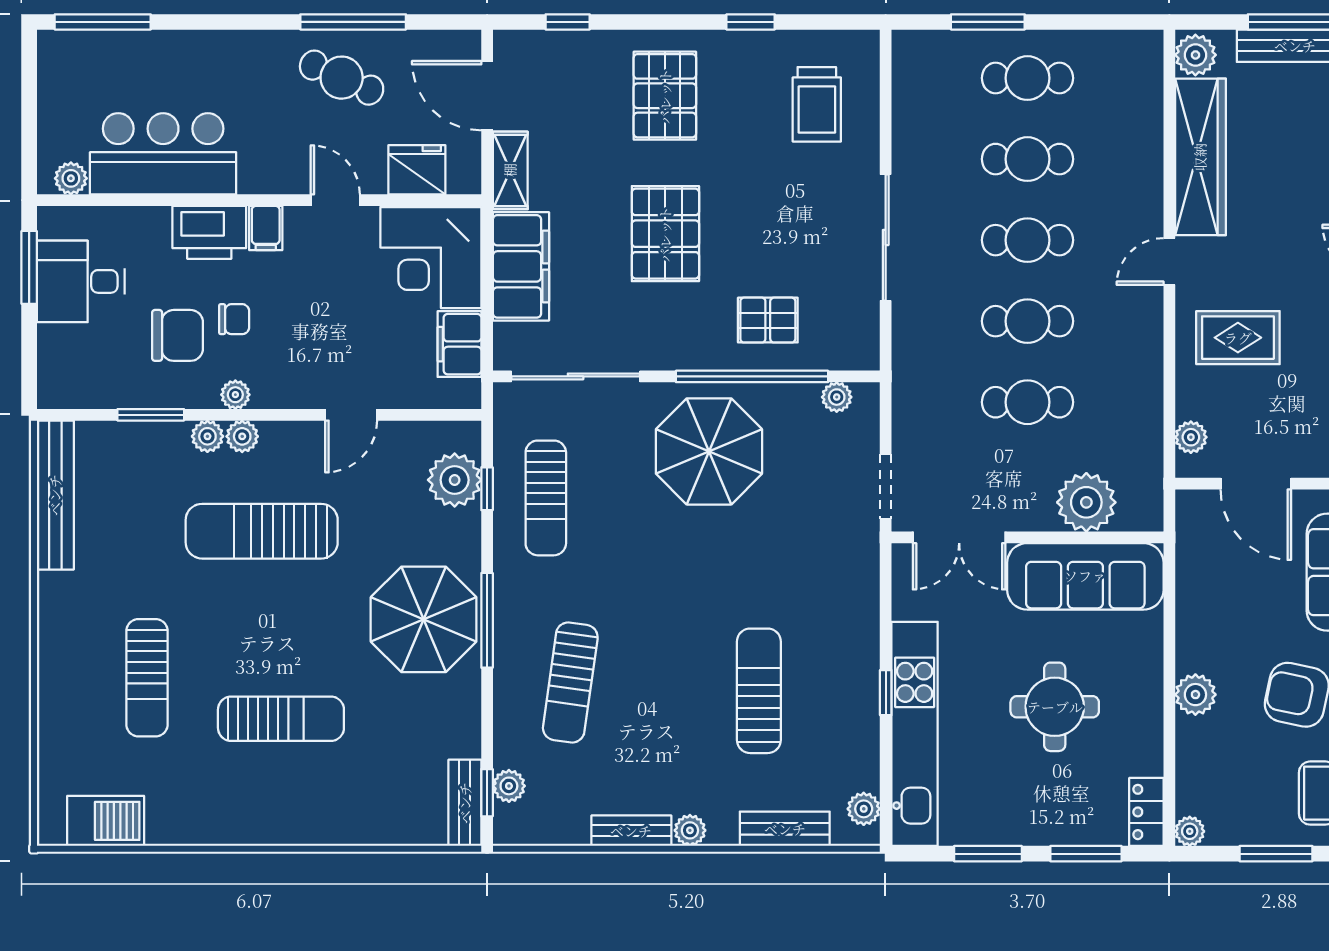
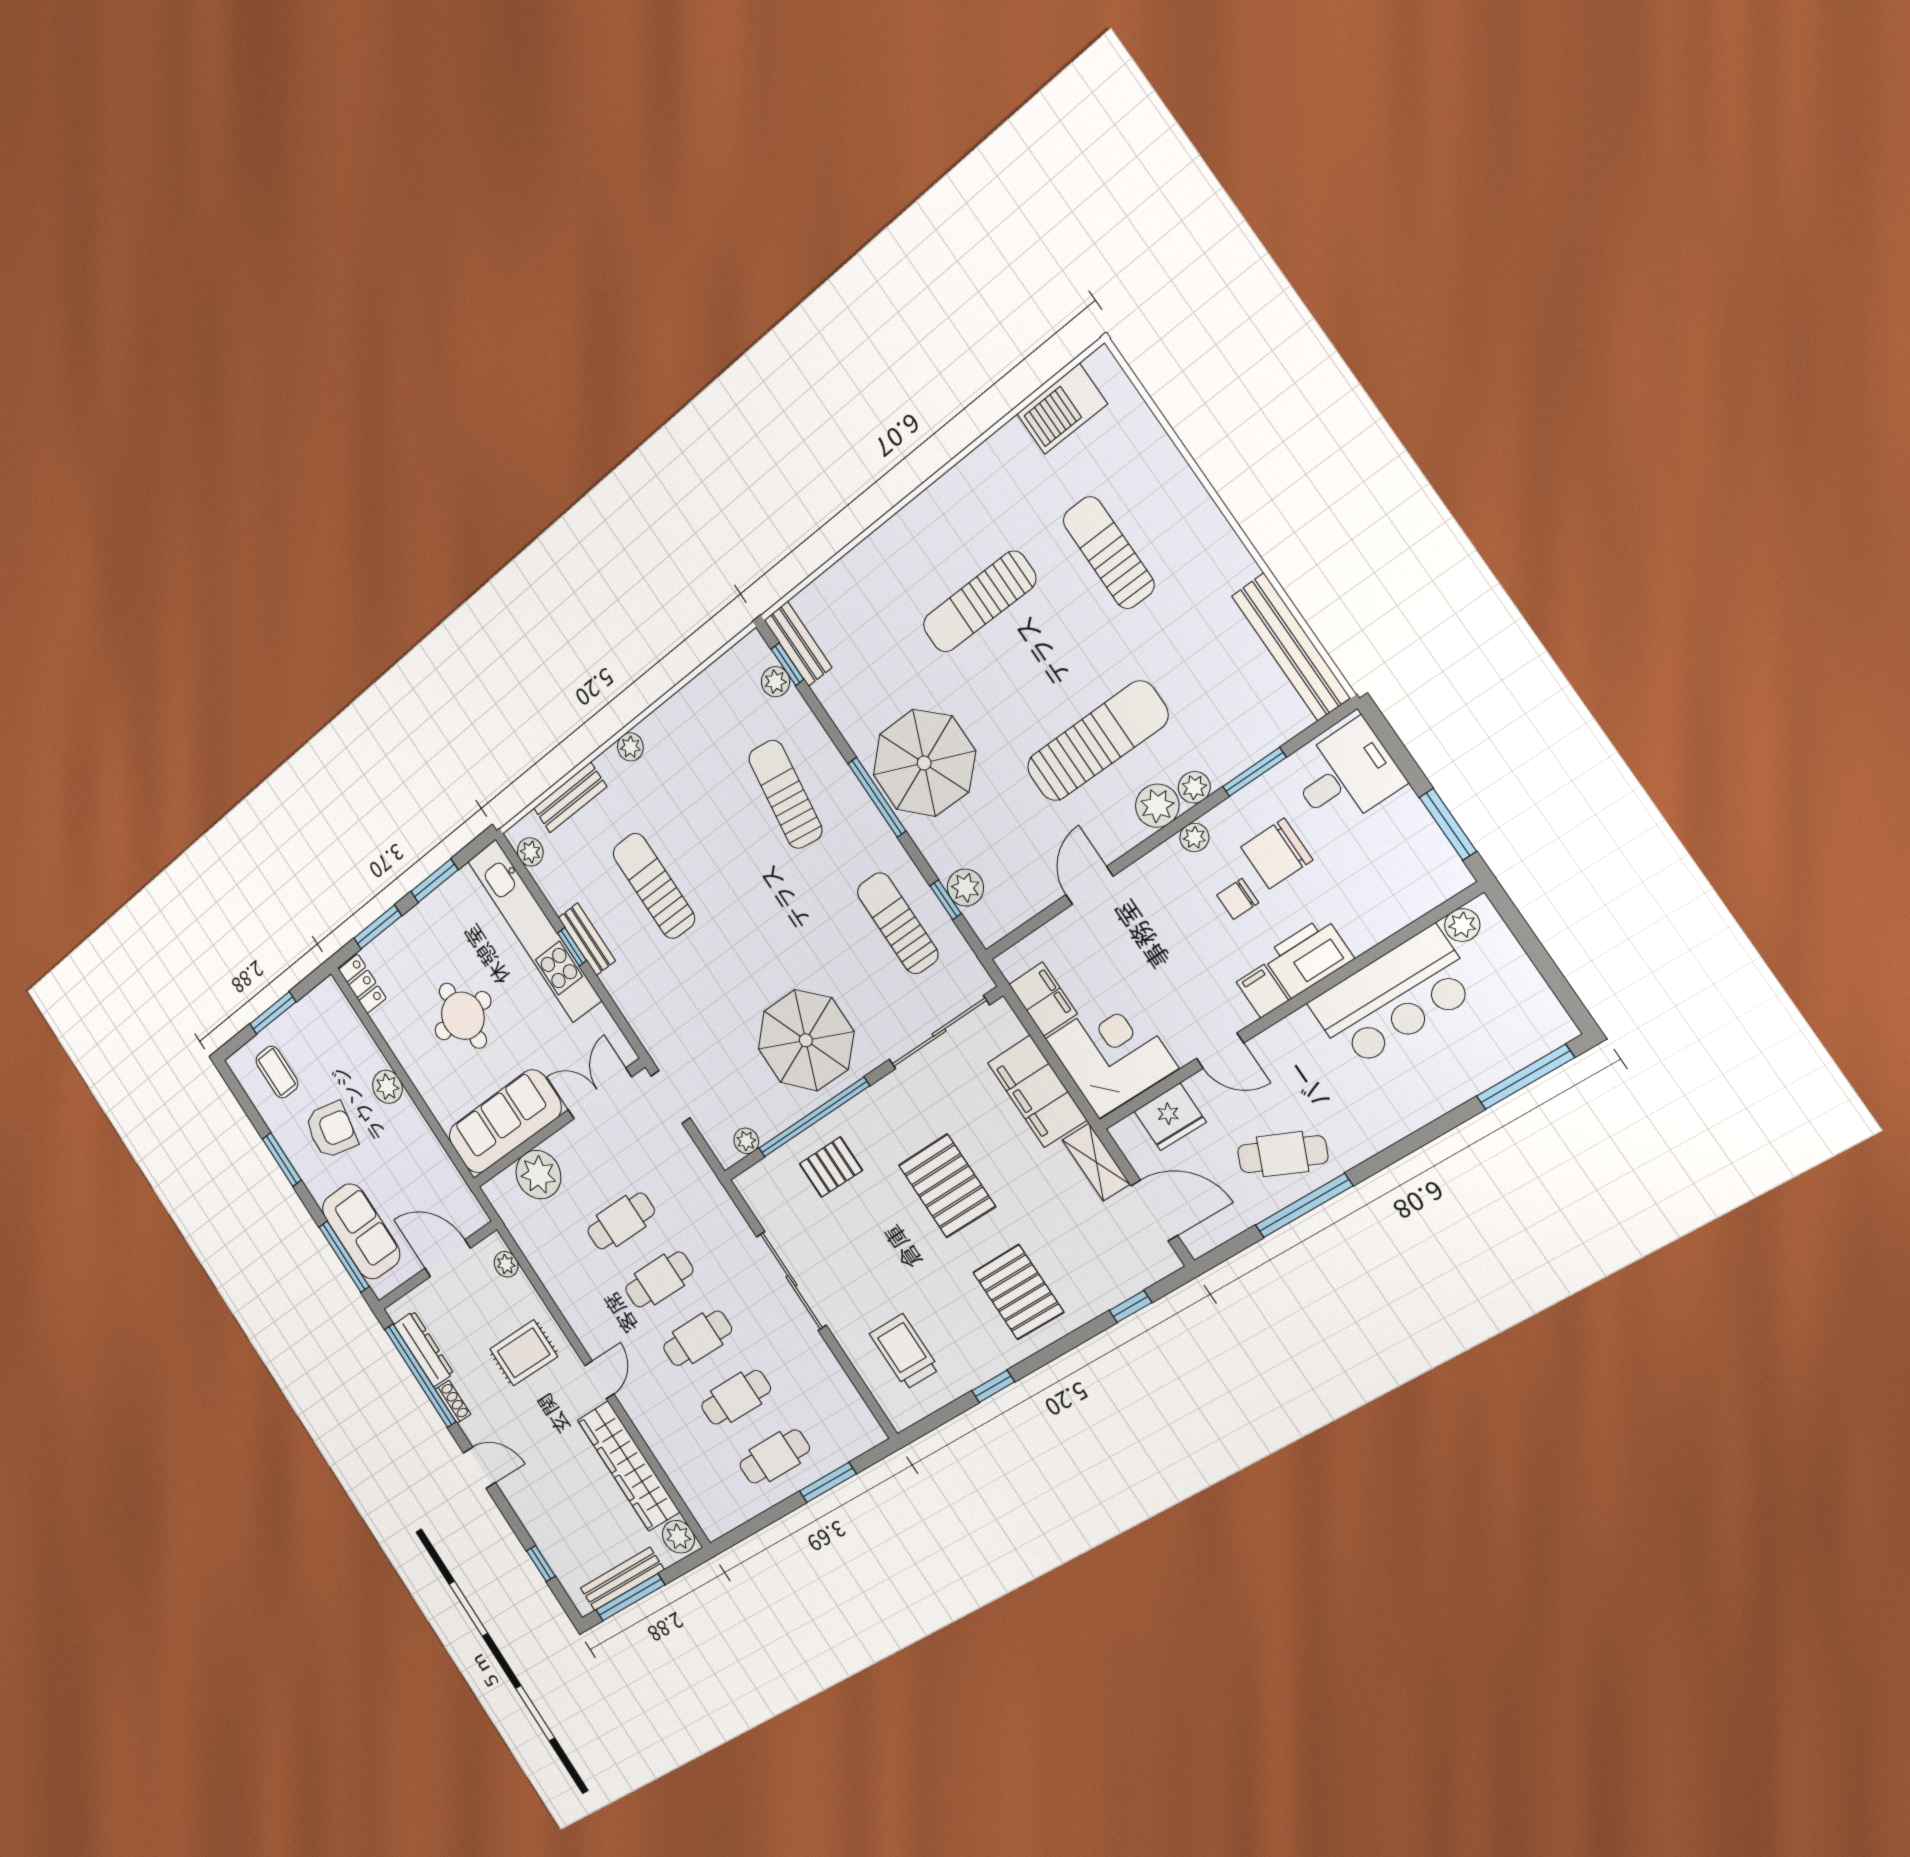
desk: (81, 281) -> (1346, 775), moved
plant: (242, 436) -> (1157, 806), width x1.38, depth x1.38
plant: (455, 480) -> (965, 888), width x0.73, depth x0.73
sun lounger: (759, 691) -> (654, 886), turned 180
bench: (631, 831) -> (587, 939), moved, turned 90
plant: (1190, 831) -> (330, 990), removed

